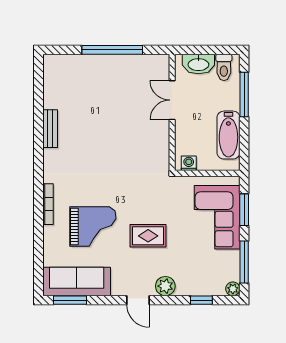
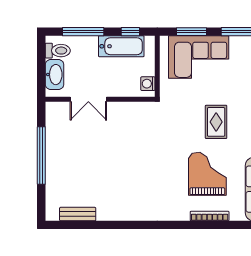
bench: (50, 129) -> (78, 214), moved
window: (244, 145) -> (130, 32), added
bookcase: (48, 204) -> (210, 216), moved

